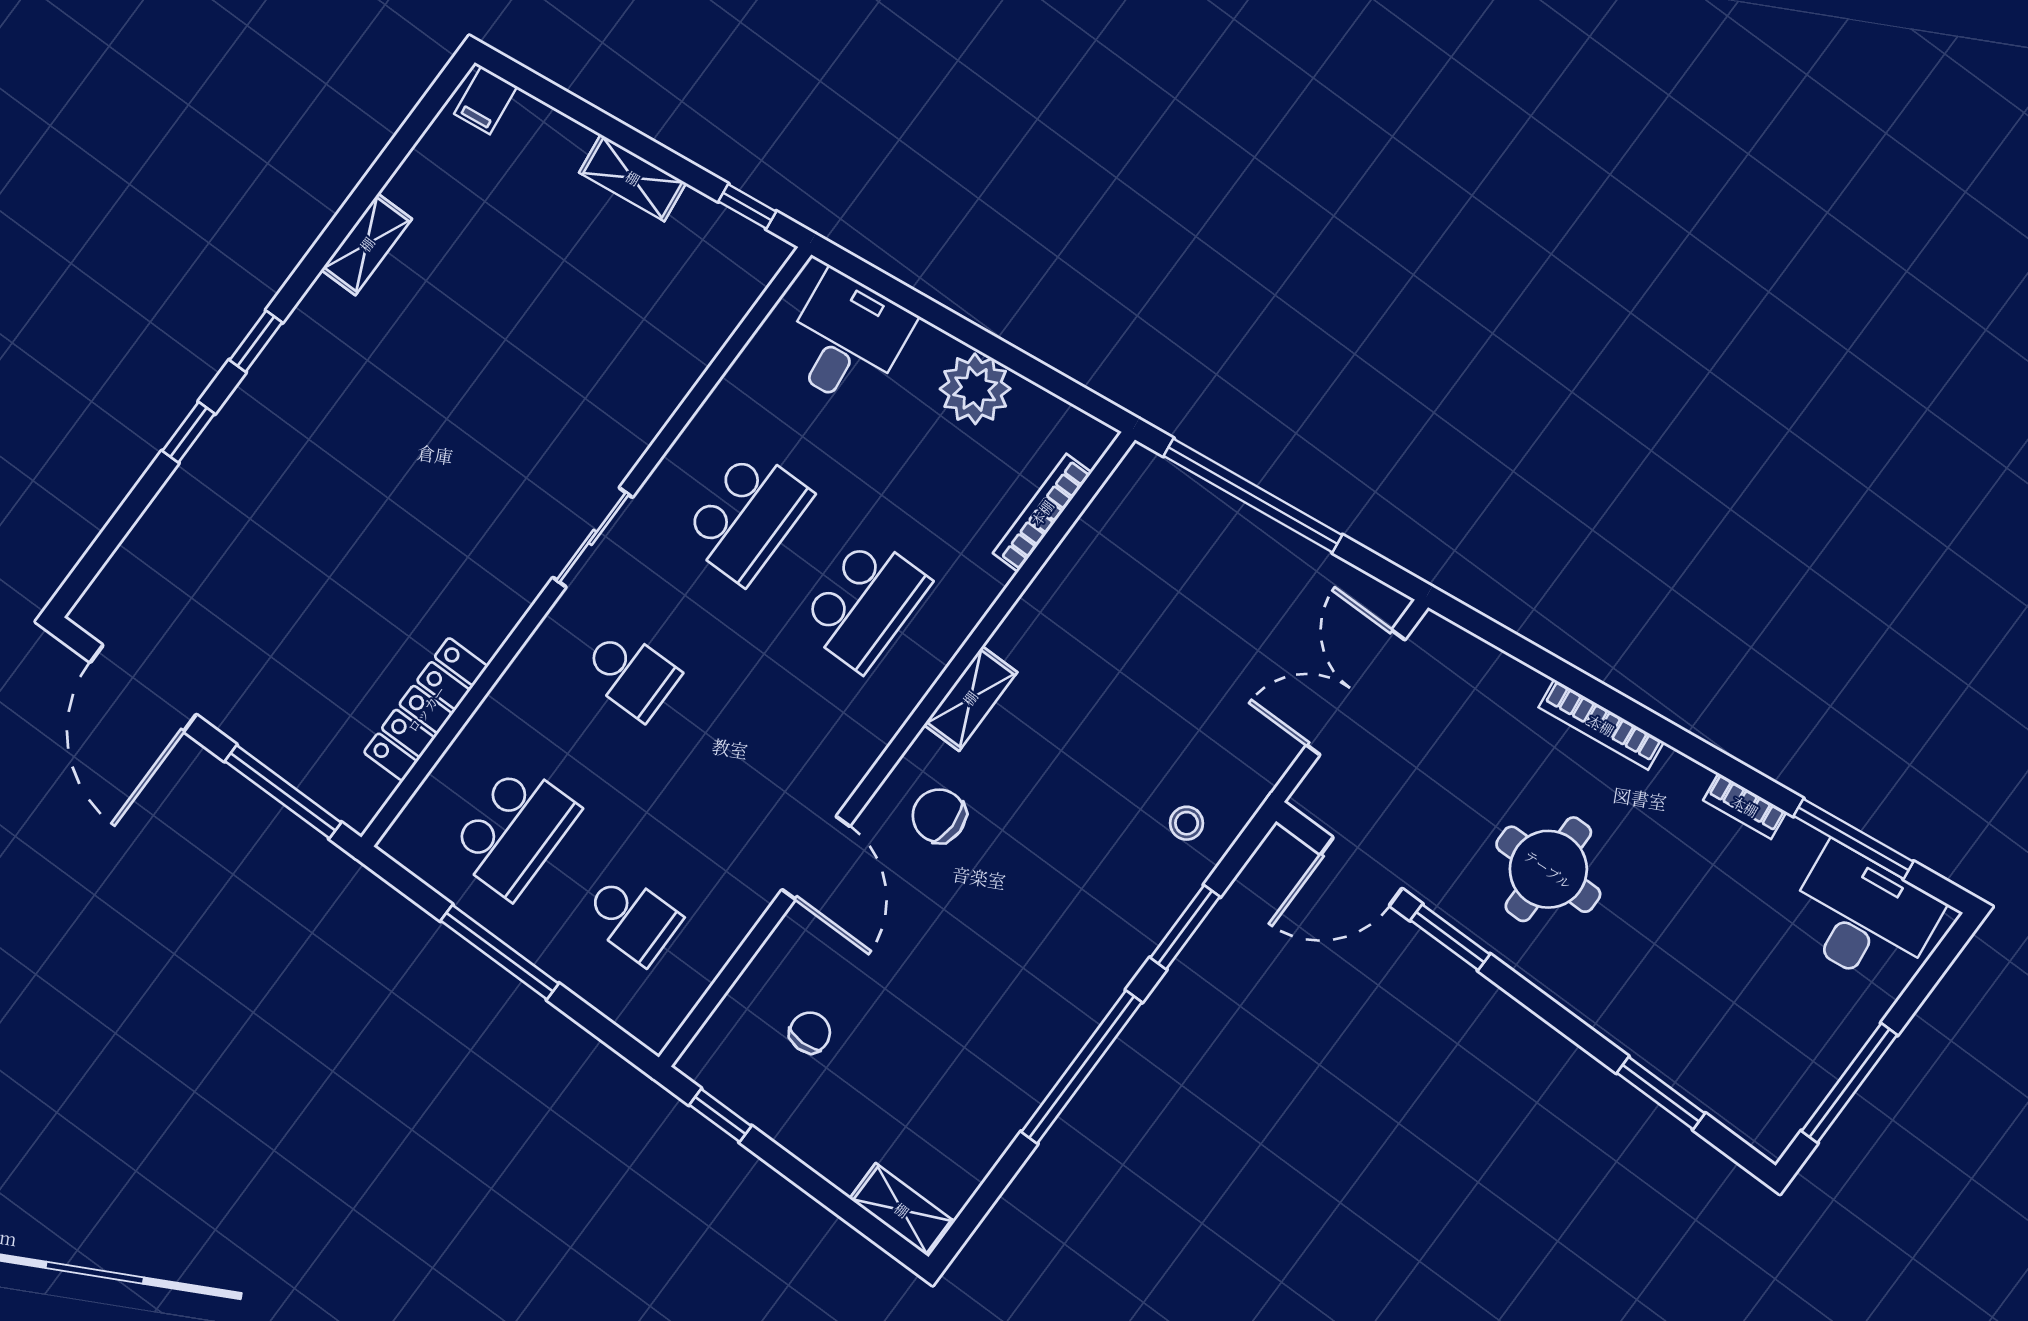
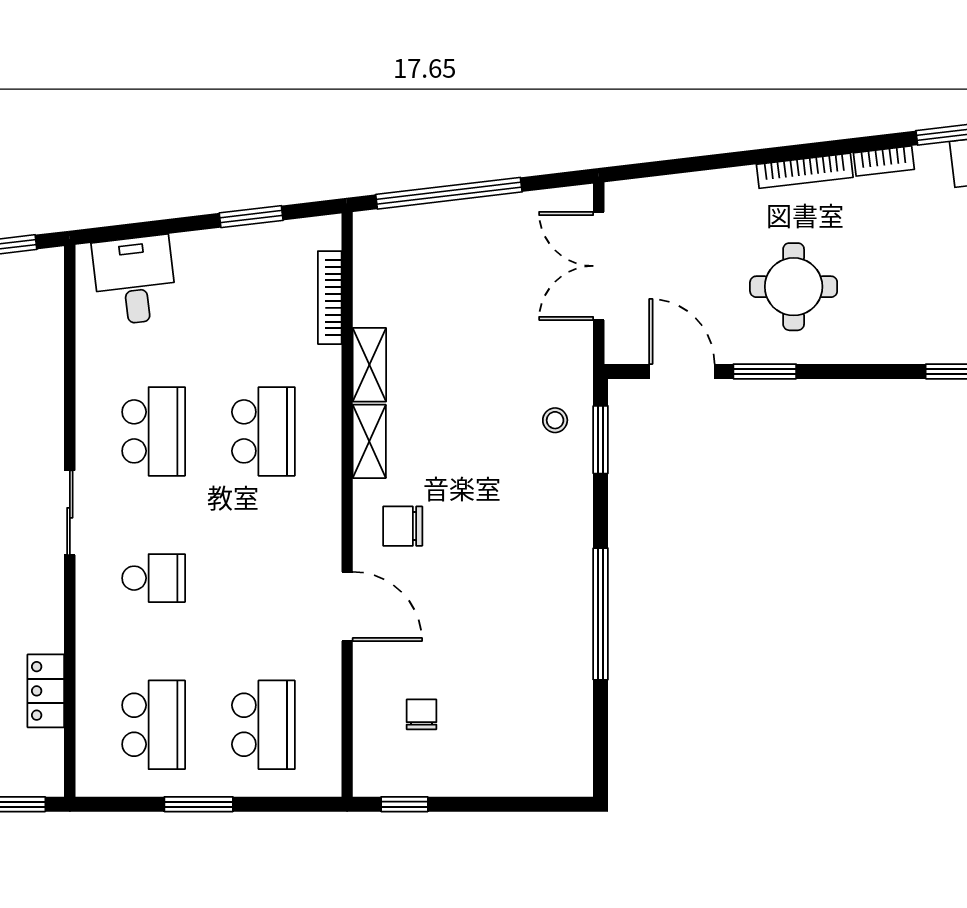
window: (1022, 364) -> (251, 217), added
plant: (975, 389) -> (234, 253), removed
locker: (426, 709) -> (46, 691), width x0.66
bookcase: (1601, 725) -> (805, 171), moved
door: (1361, 871) -> (682, 371), swing flipped
school desk: (632, 918) -> (263, 725), width x1.85
window: (1185, 927) -> (601, 440), moved
window: (500, 952) -> (199, 804), width x0.69
shelving: (902, 1210) -> (369, 365), moved, turned 90

